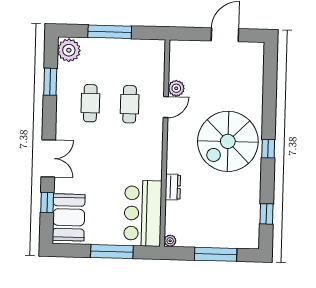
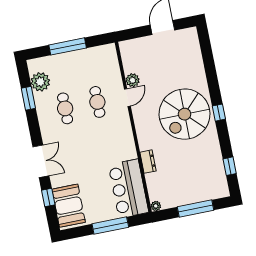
plant: (69, 50) -> (40, 82), moved

